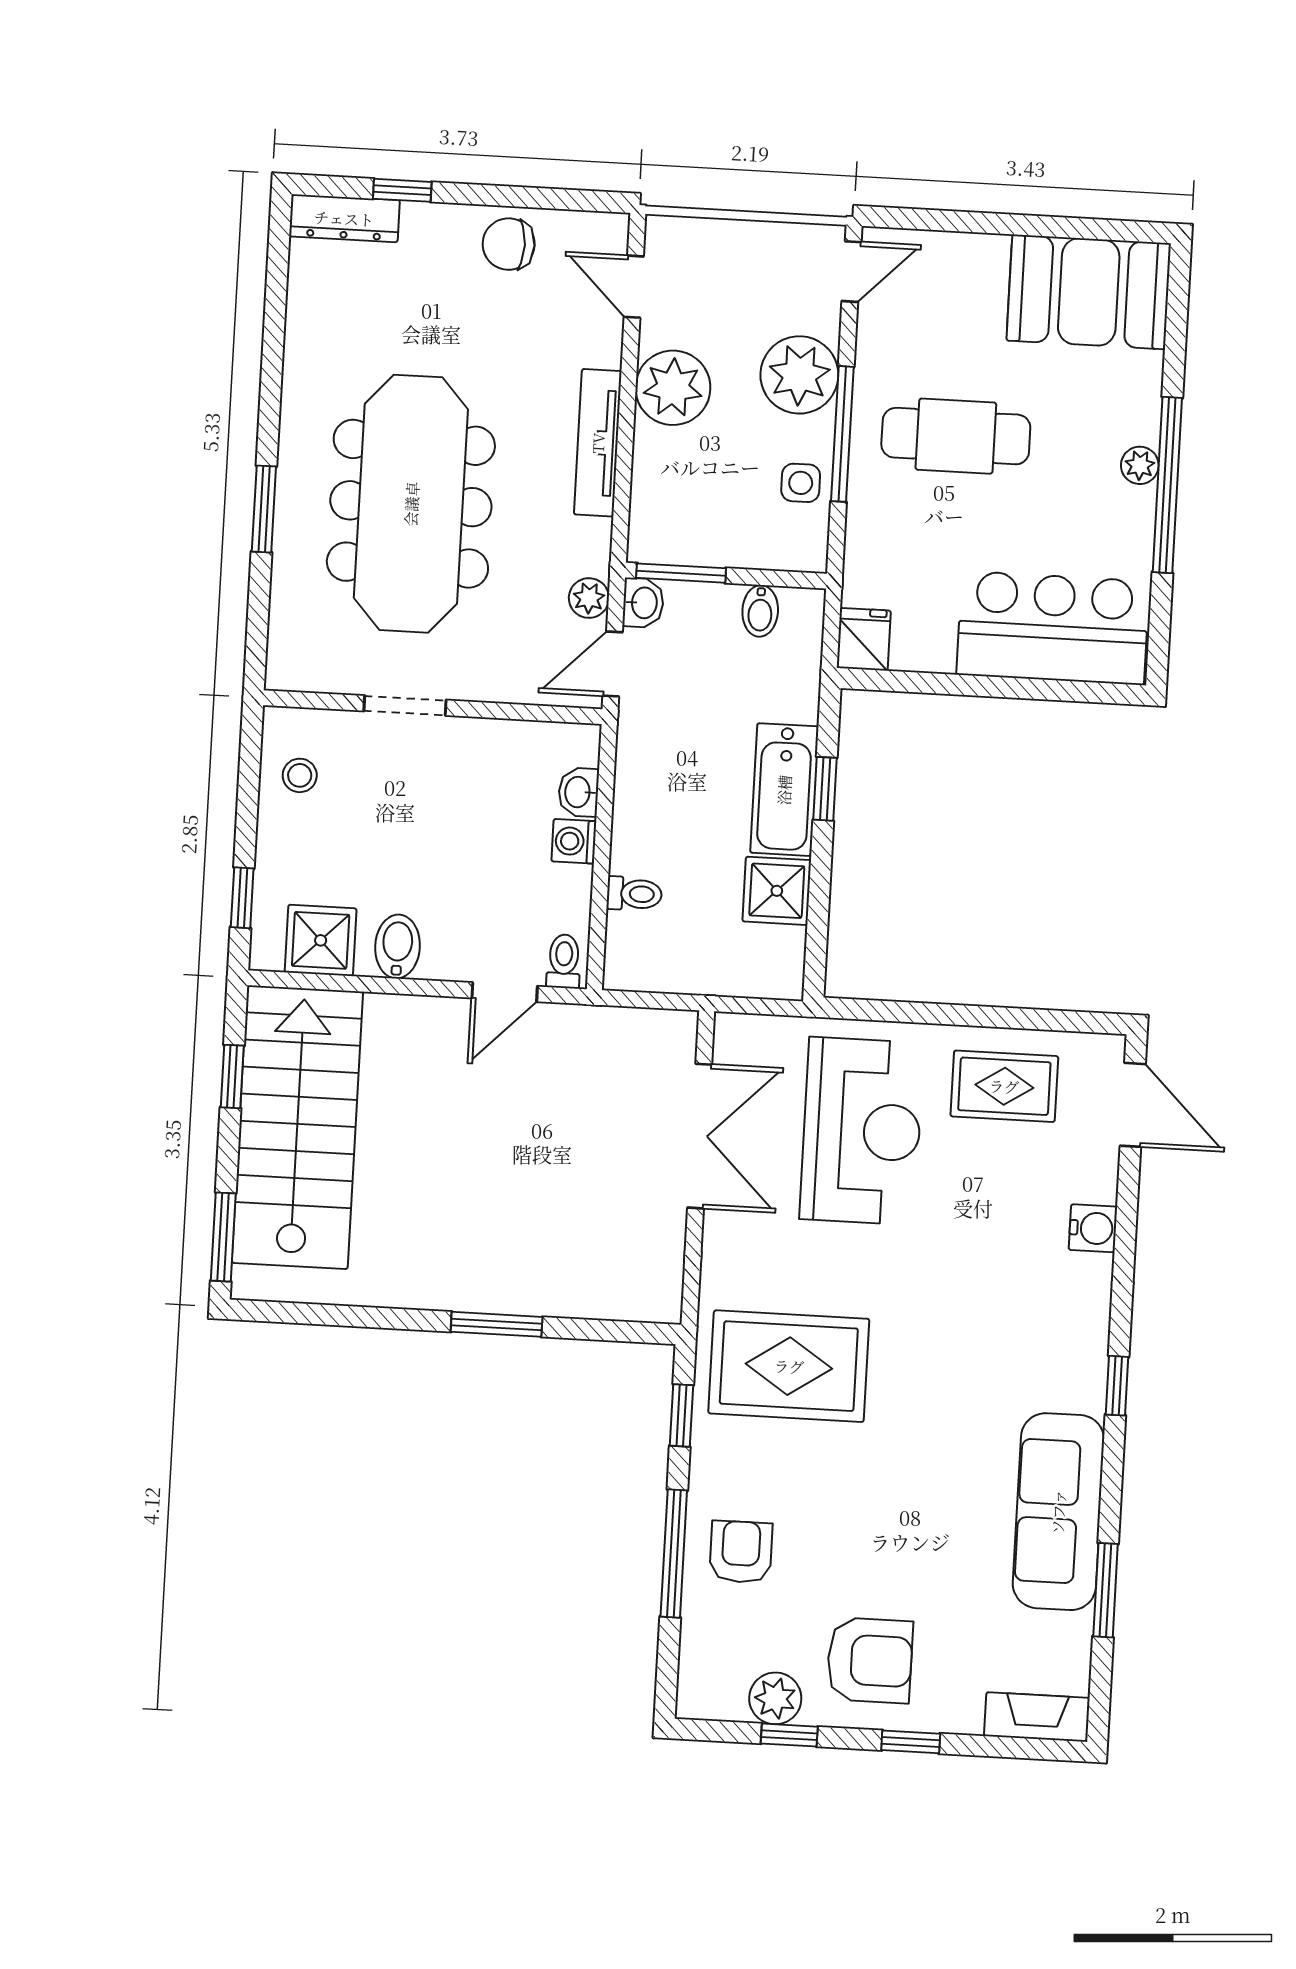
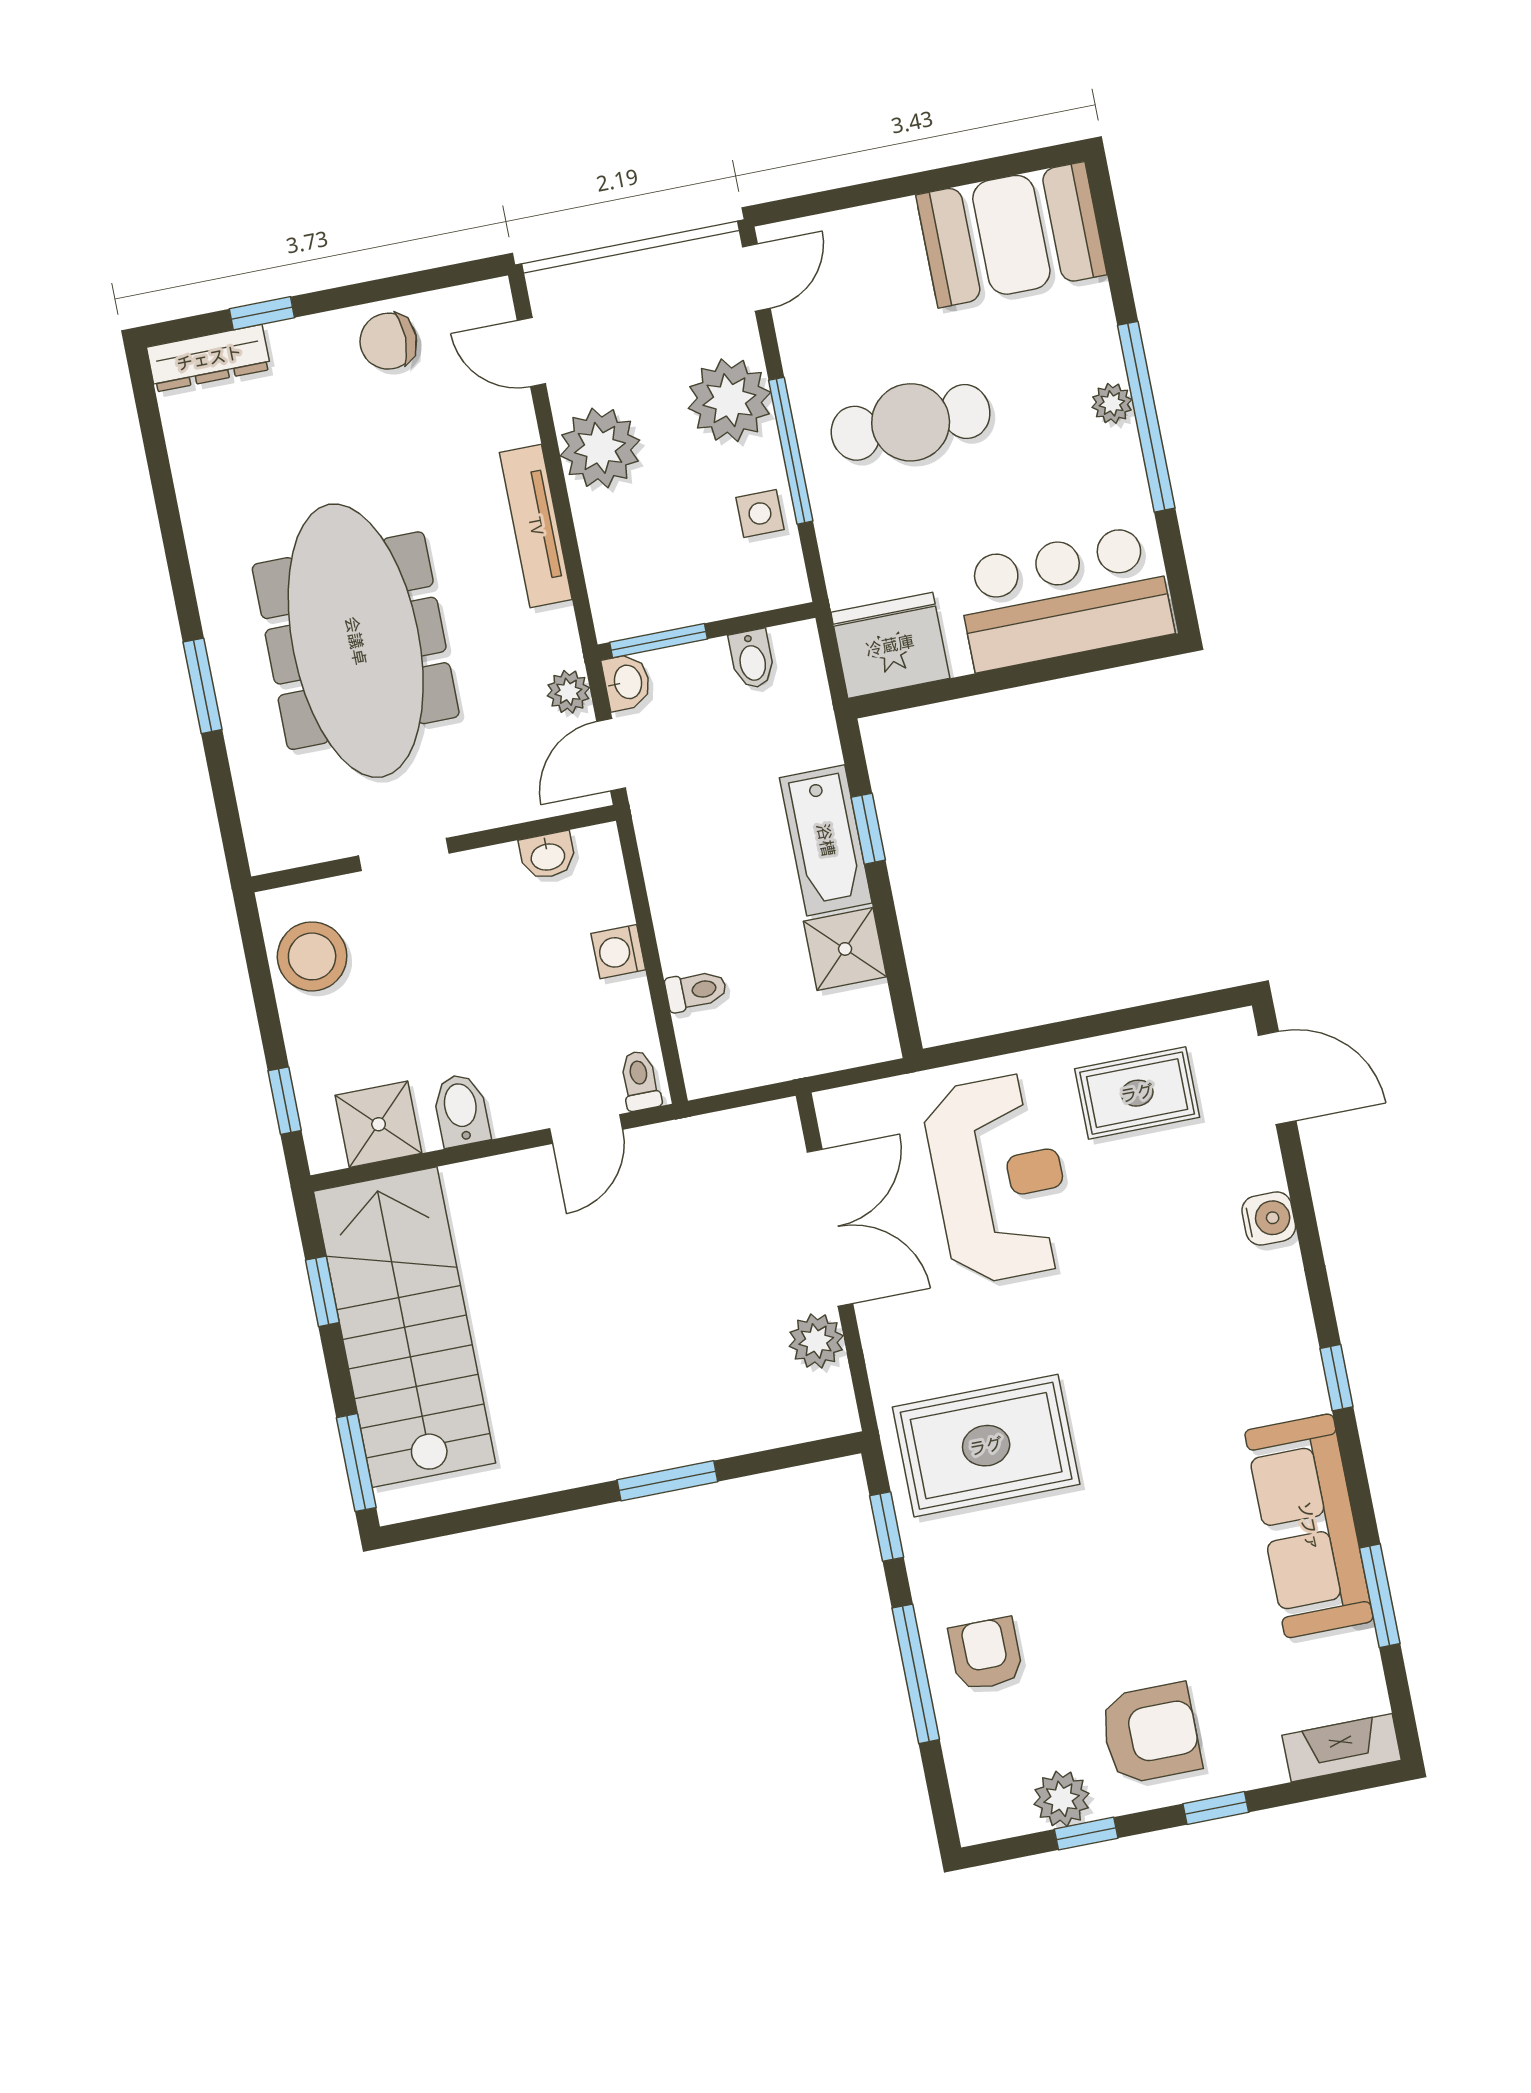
fridge: (864, 639) -> (890, 645), width x1.88, depth x1.34
stool: (300, 775) -> (312, 956), width x1.89, depth x1.89
washbasin: (579, 792) -> (548, 856), moved, turned -90
plant: (661, 1234) -> (816, 1341), added

